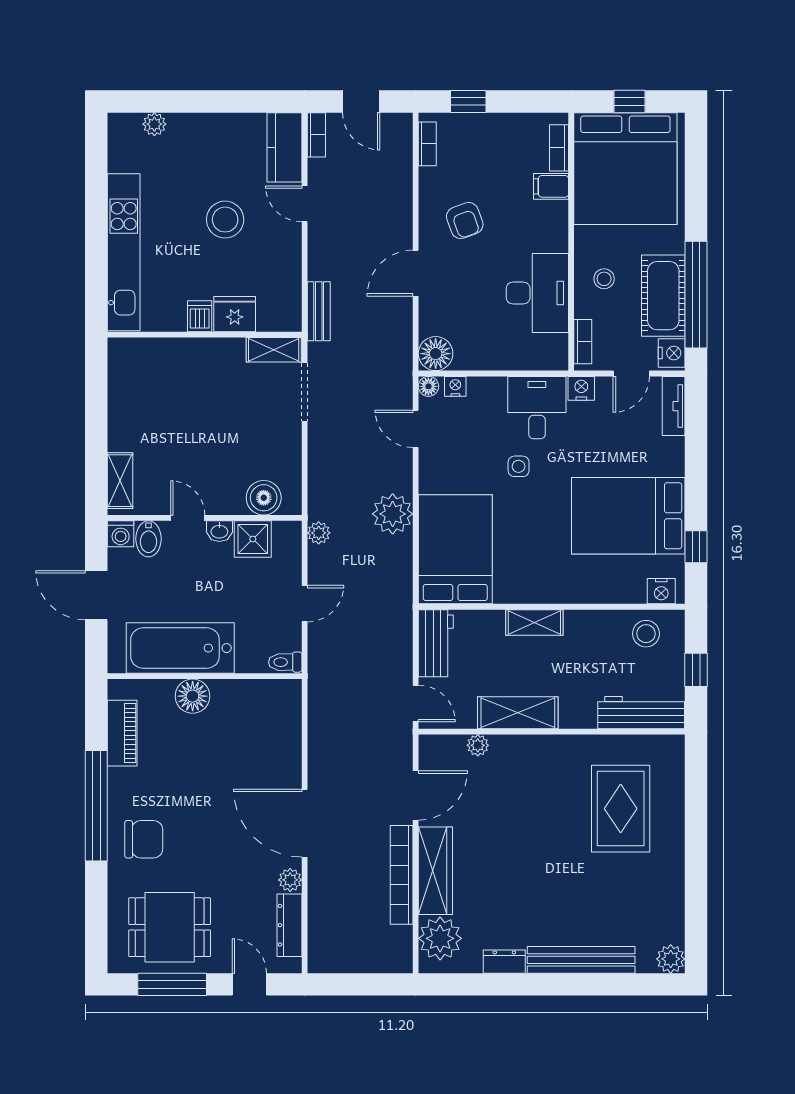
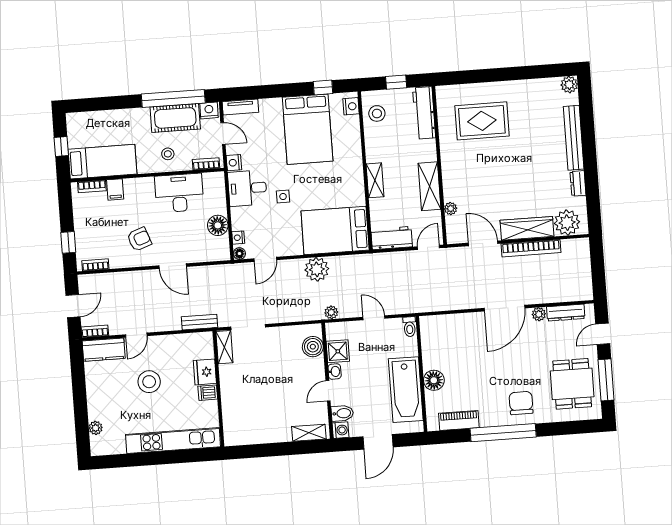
bed: (625, 169) -> (102, 162), width x0.49
floor lamp: (436, 354) -> (218, 225), moved

